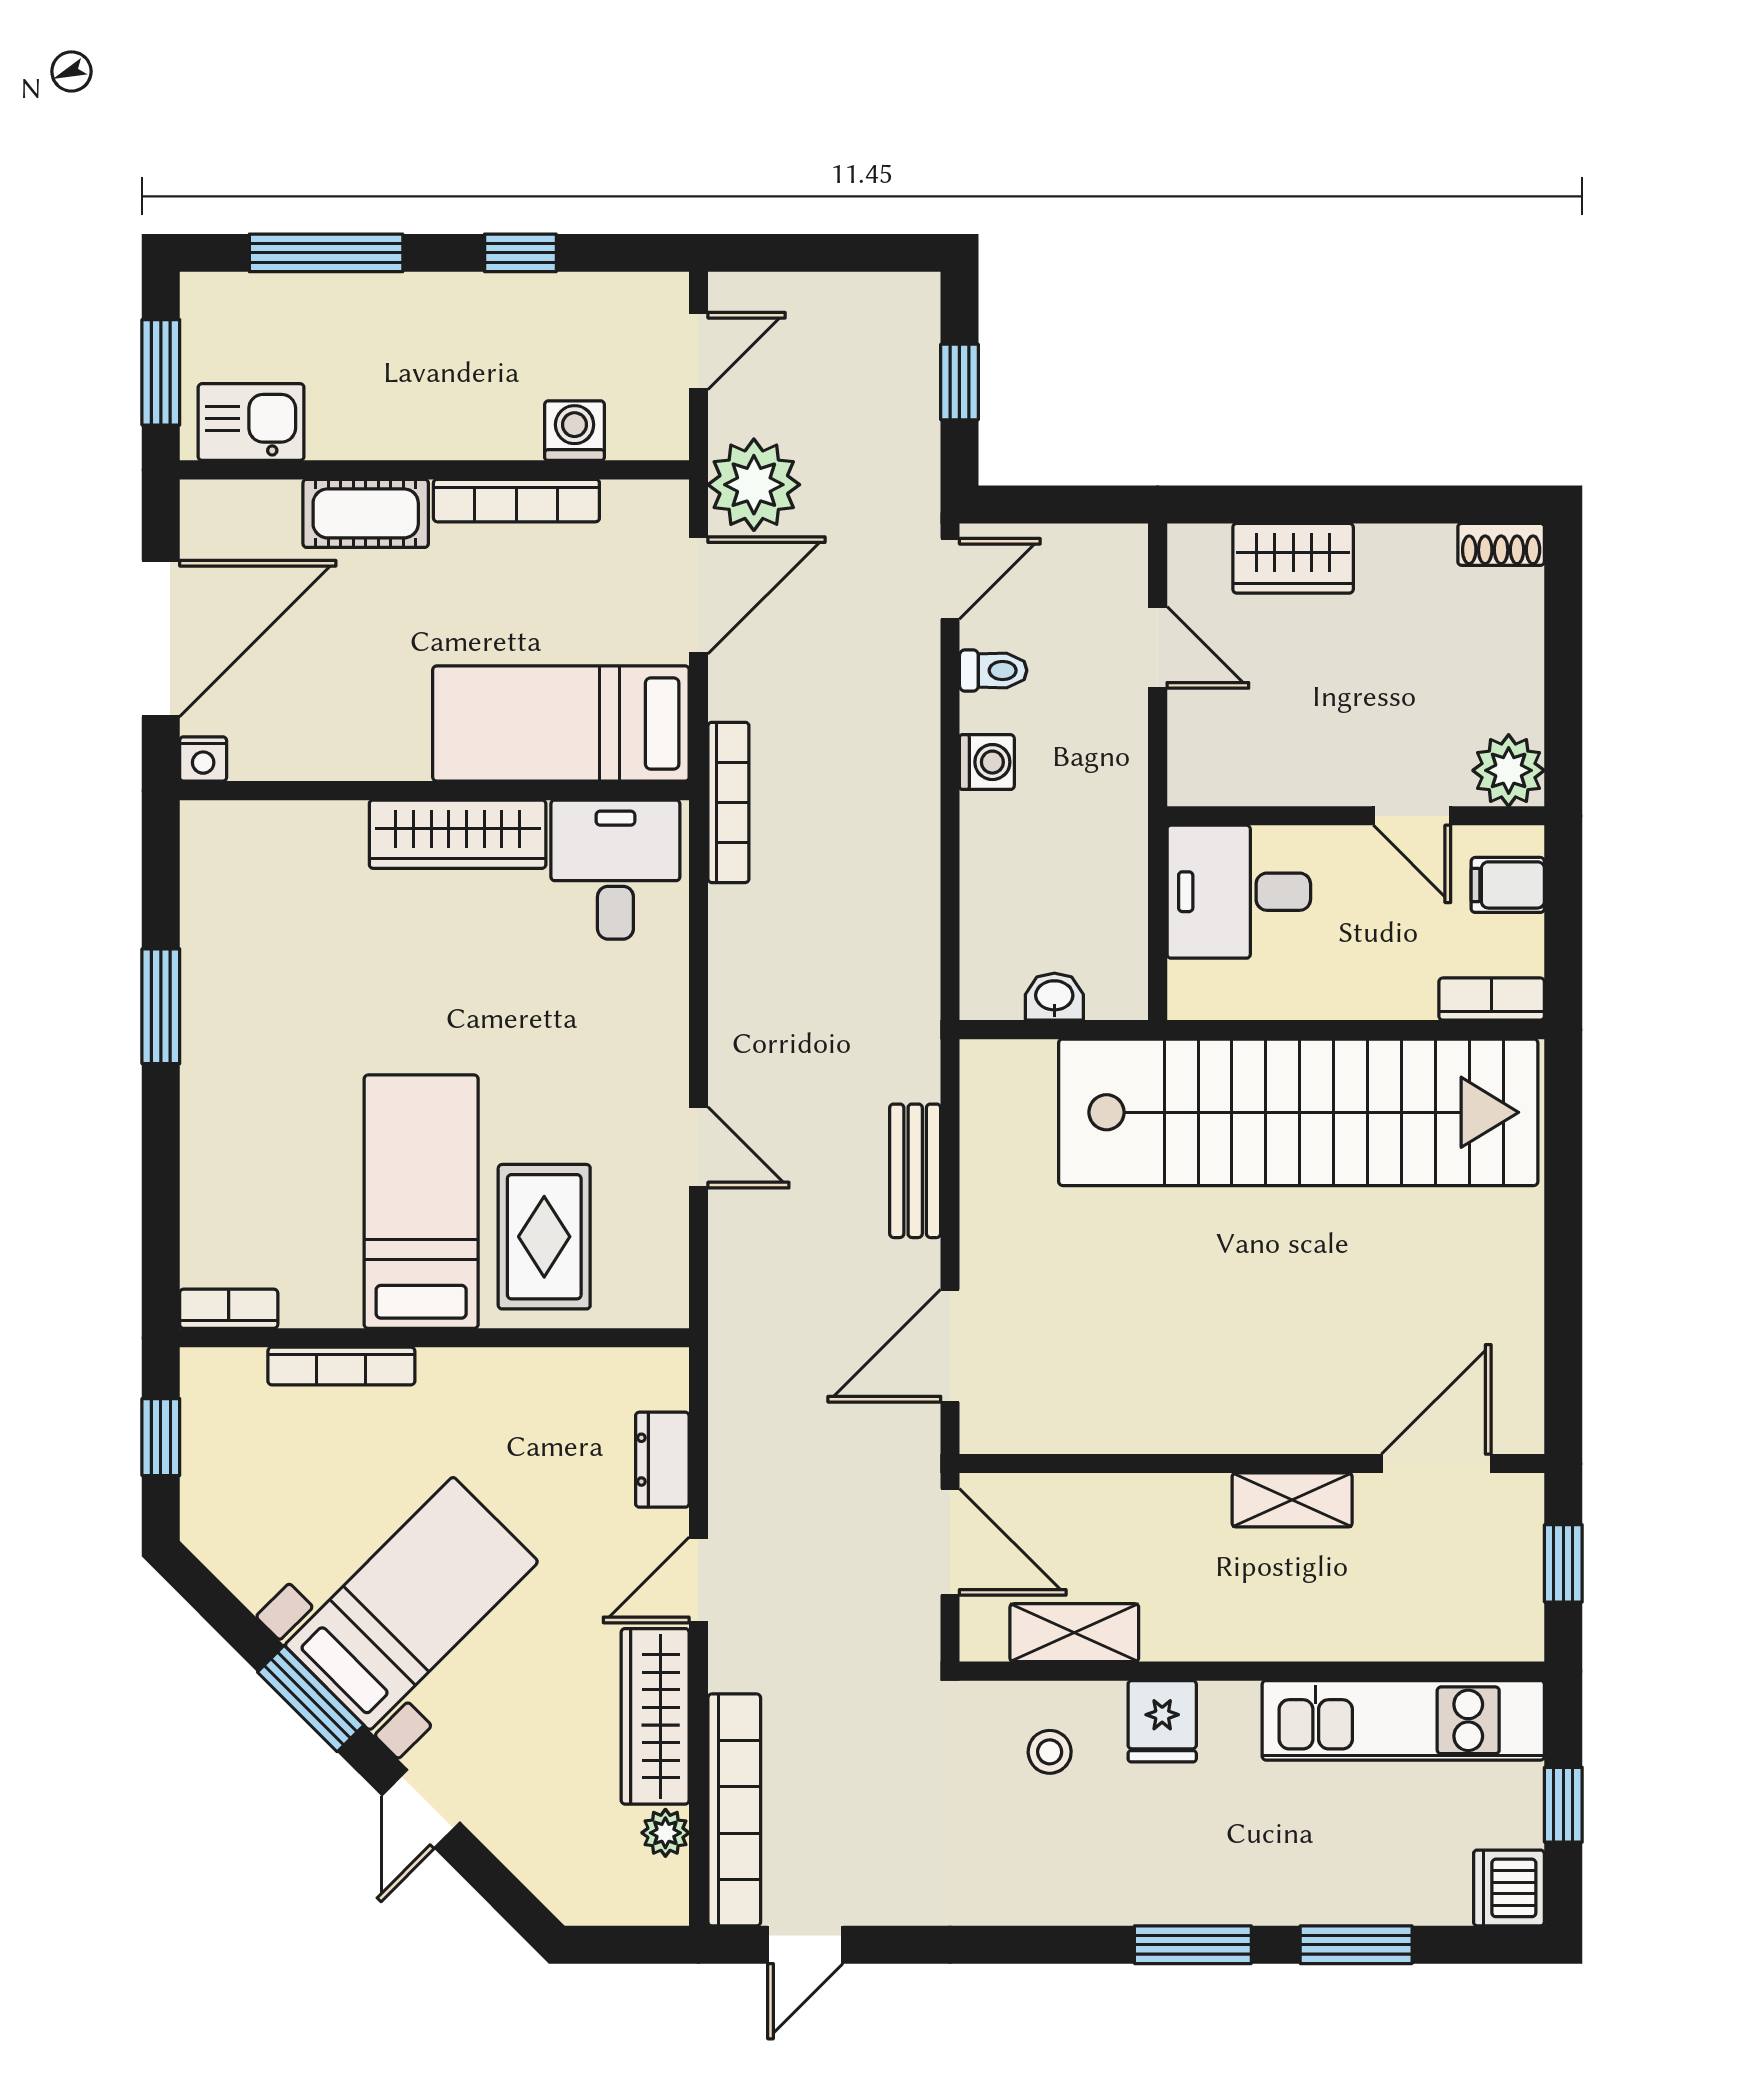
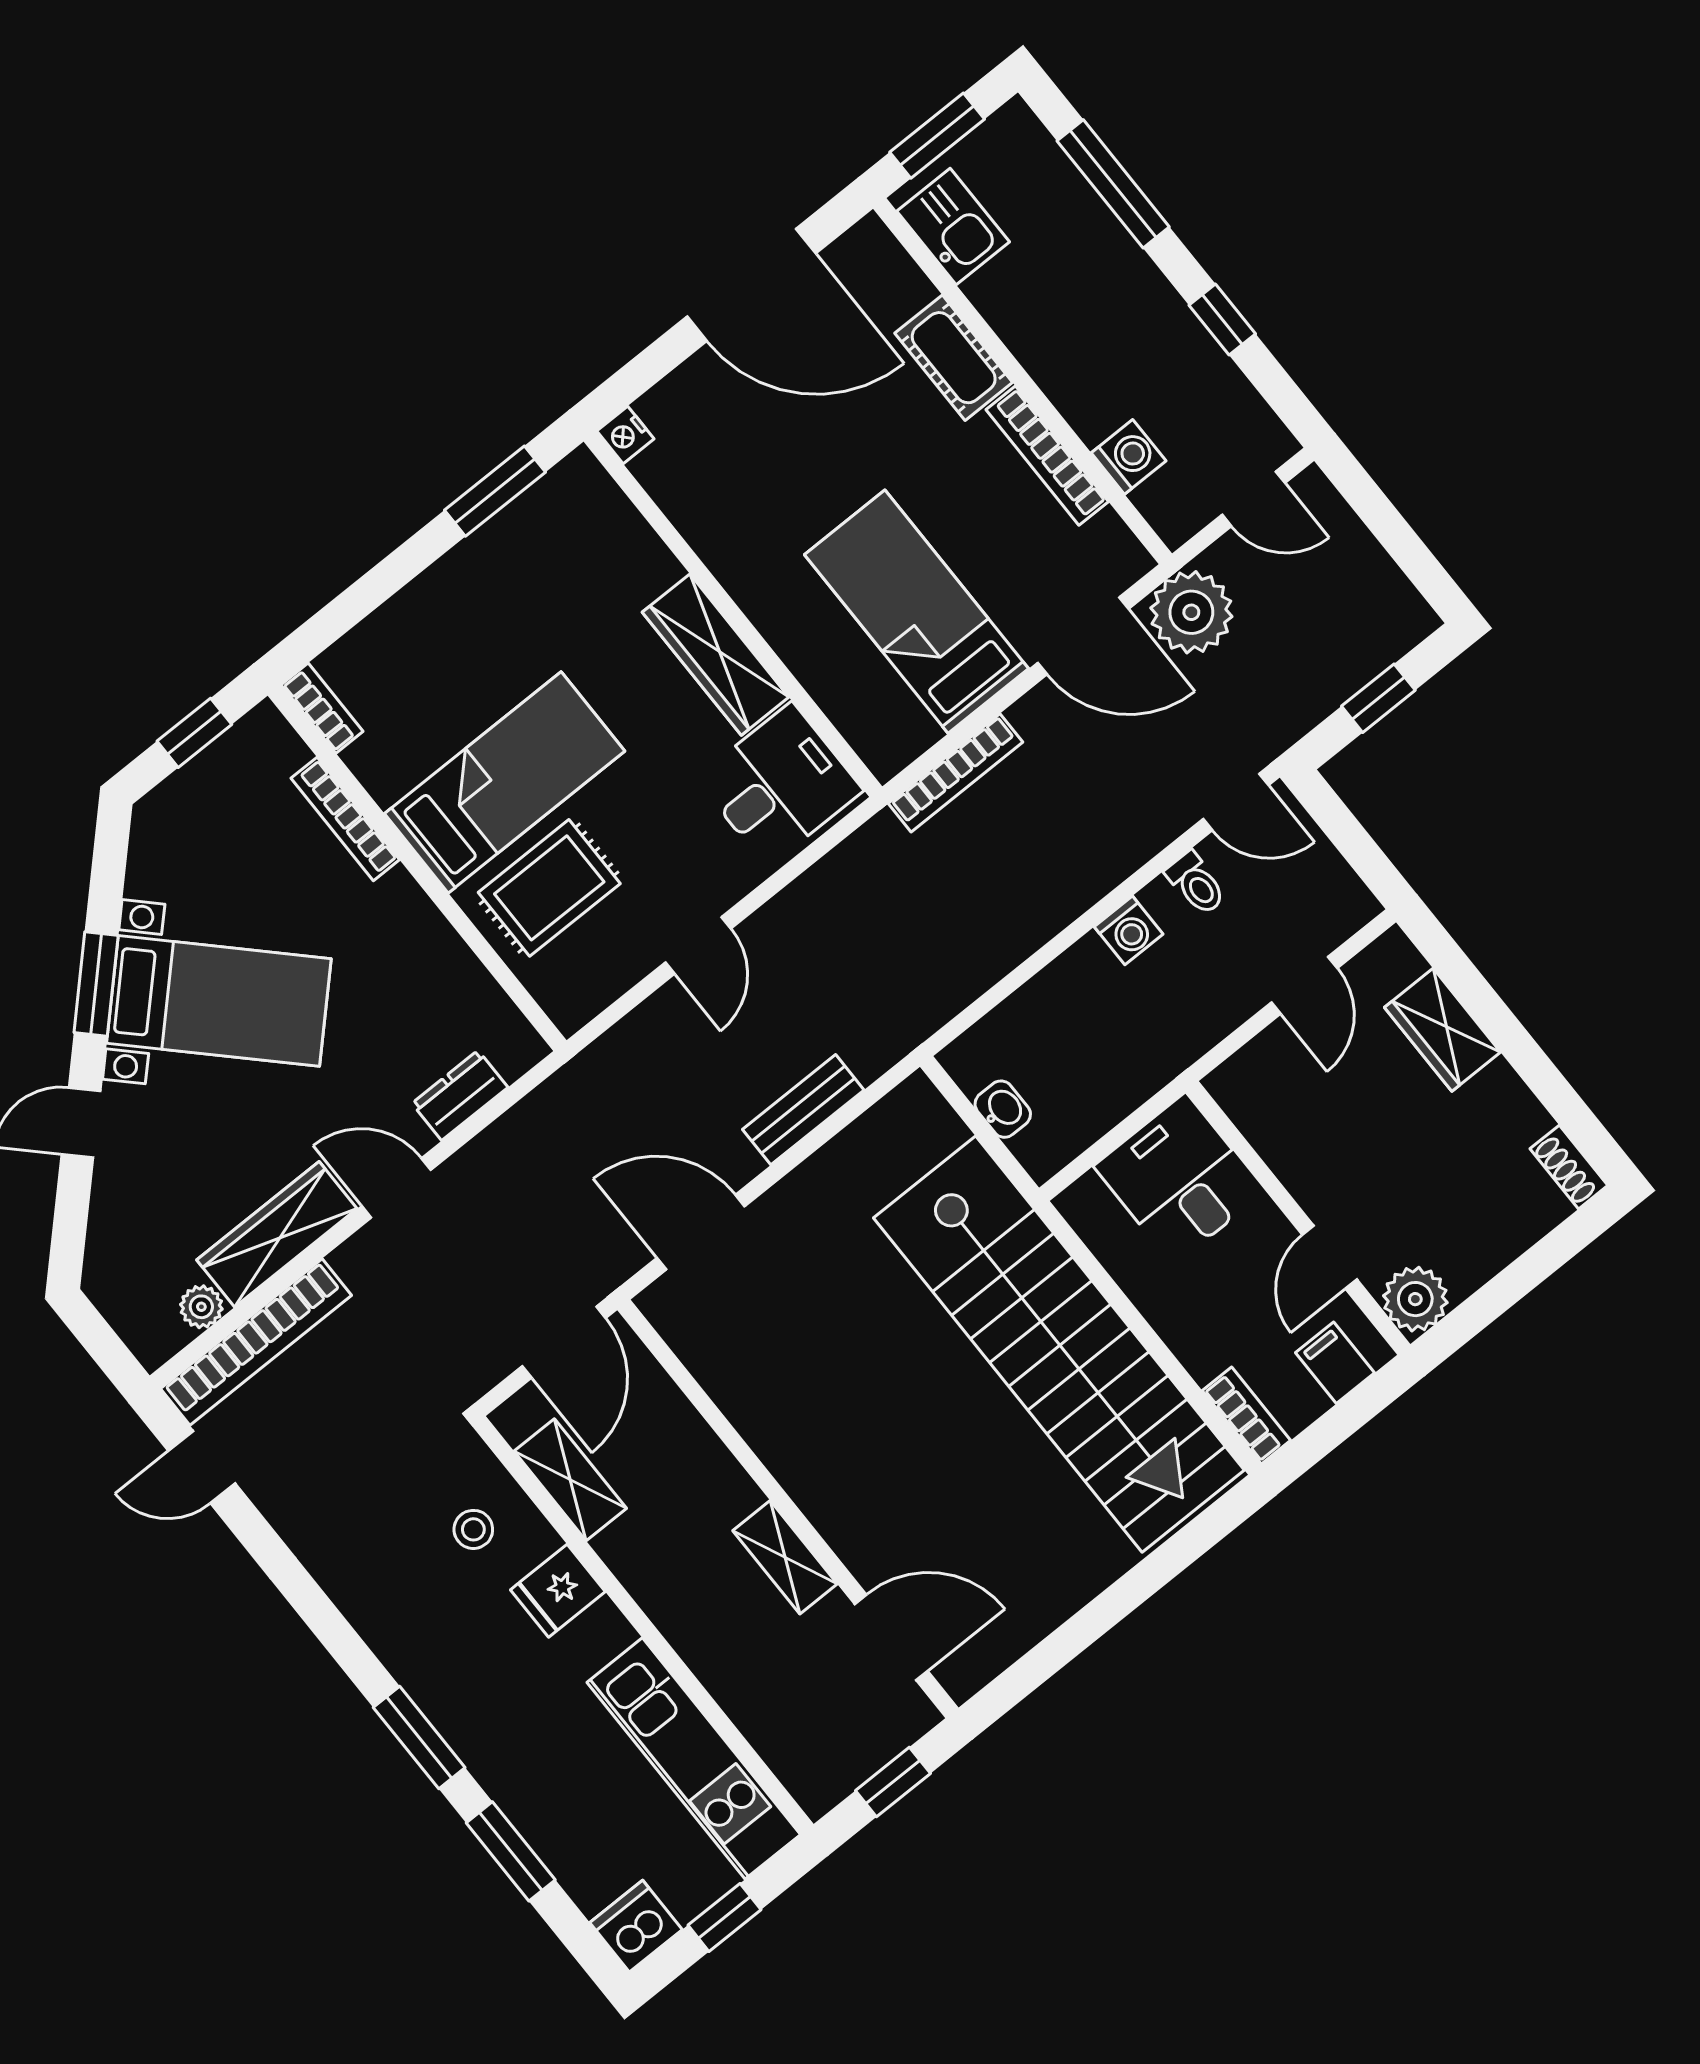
nightstand: (203, 759) -> (625, 435), moved
wall: (434, 791) -> (733, 614), moved
wardrobe: (458, 834) -> (716, 655), moved
desk: (615, 870) -> (779, 785), moved

